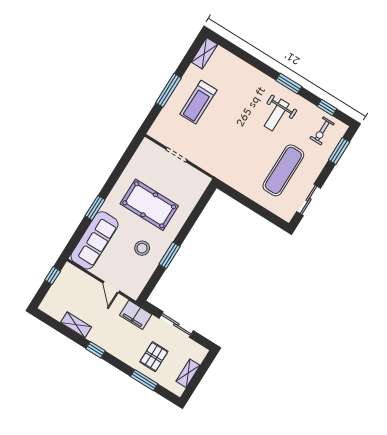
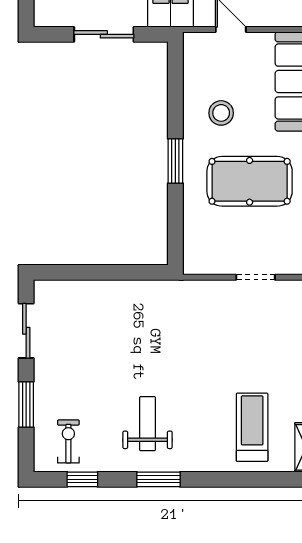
treadmill: (198, 102) -> (252, 427), moved
window: (339, 151) -> (26, 404), moved
exercise mat: (283, 170) -> (89, 350), removed
window: (170, 255) -> (175, 161), moved

